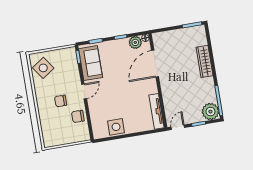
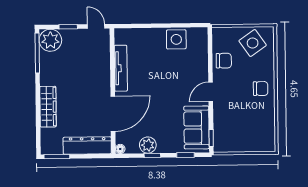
dresser: (171, 37) -> (87, 146), added
plant: (135, 42) -> (148, 145), moved
side table: (43, 68) -> (253, 43), moved
chair: (61, 101) -> (261, 89), moved
tv unit: (156, 111) -> (121, 68), moved
door: (178, 127) -> (96, 26), swing flipped

